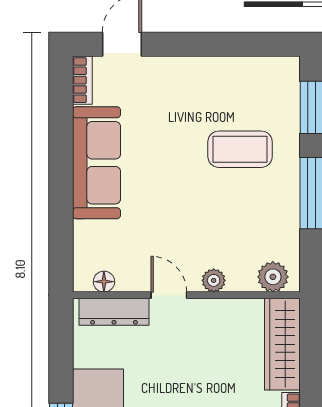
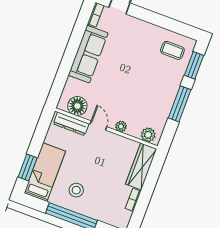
coffee table: (240, 149) -> (172, 50), moved, width x0.73, depth x0.77
floor lamp: (104, 282) -> (77, 106), width x1.89, depth x1.89

